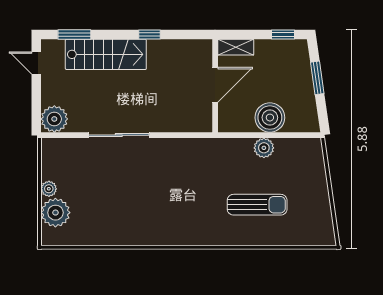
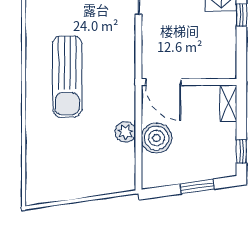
door: (215, 85) -> (163, 82), moved
sun lounger: (257, 205) -> (67, 76), moved, width x1.36, depth x1.34

